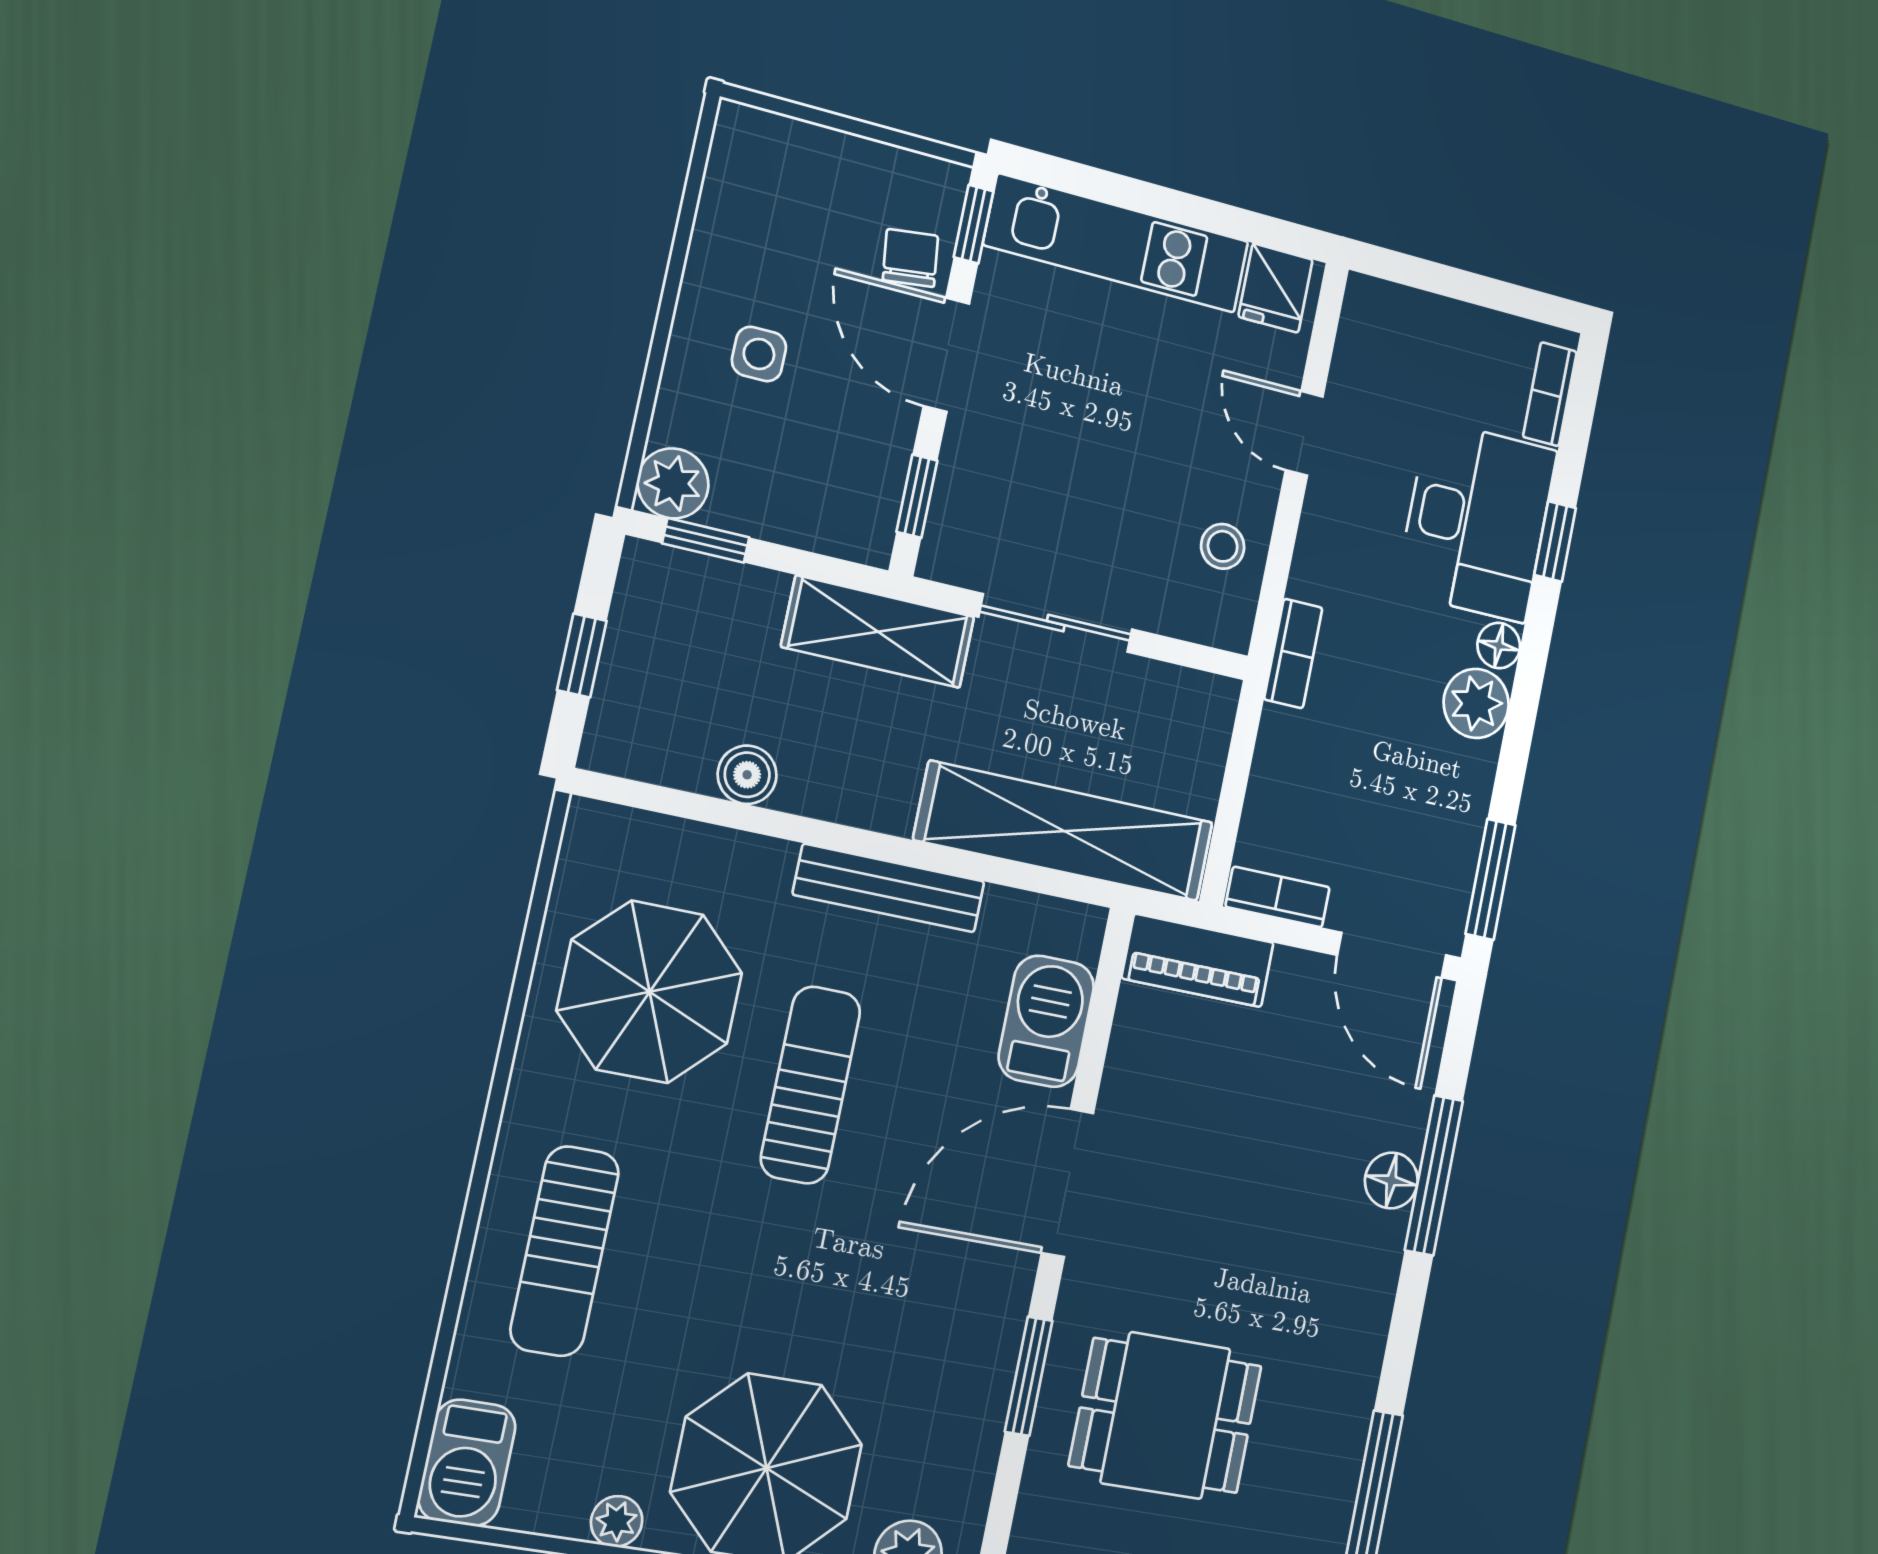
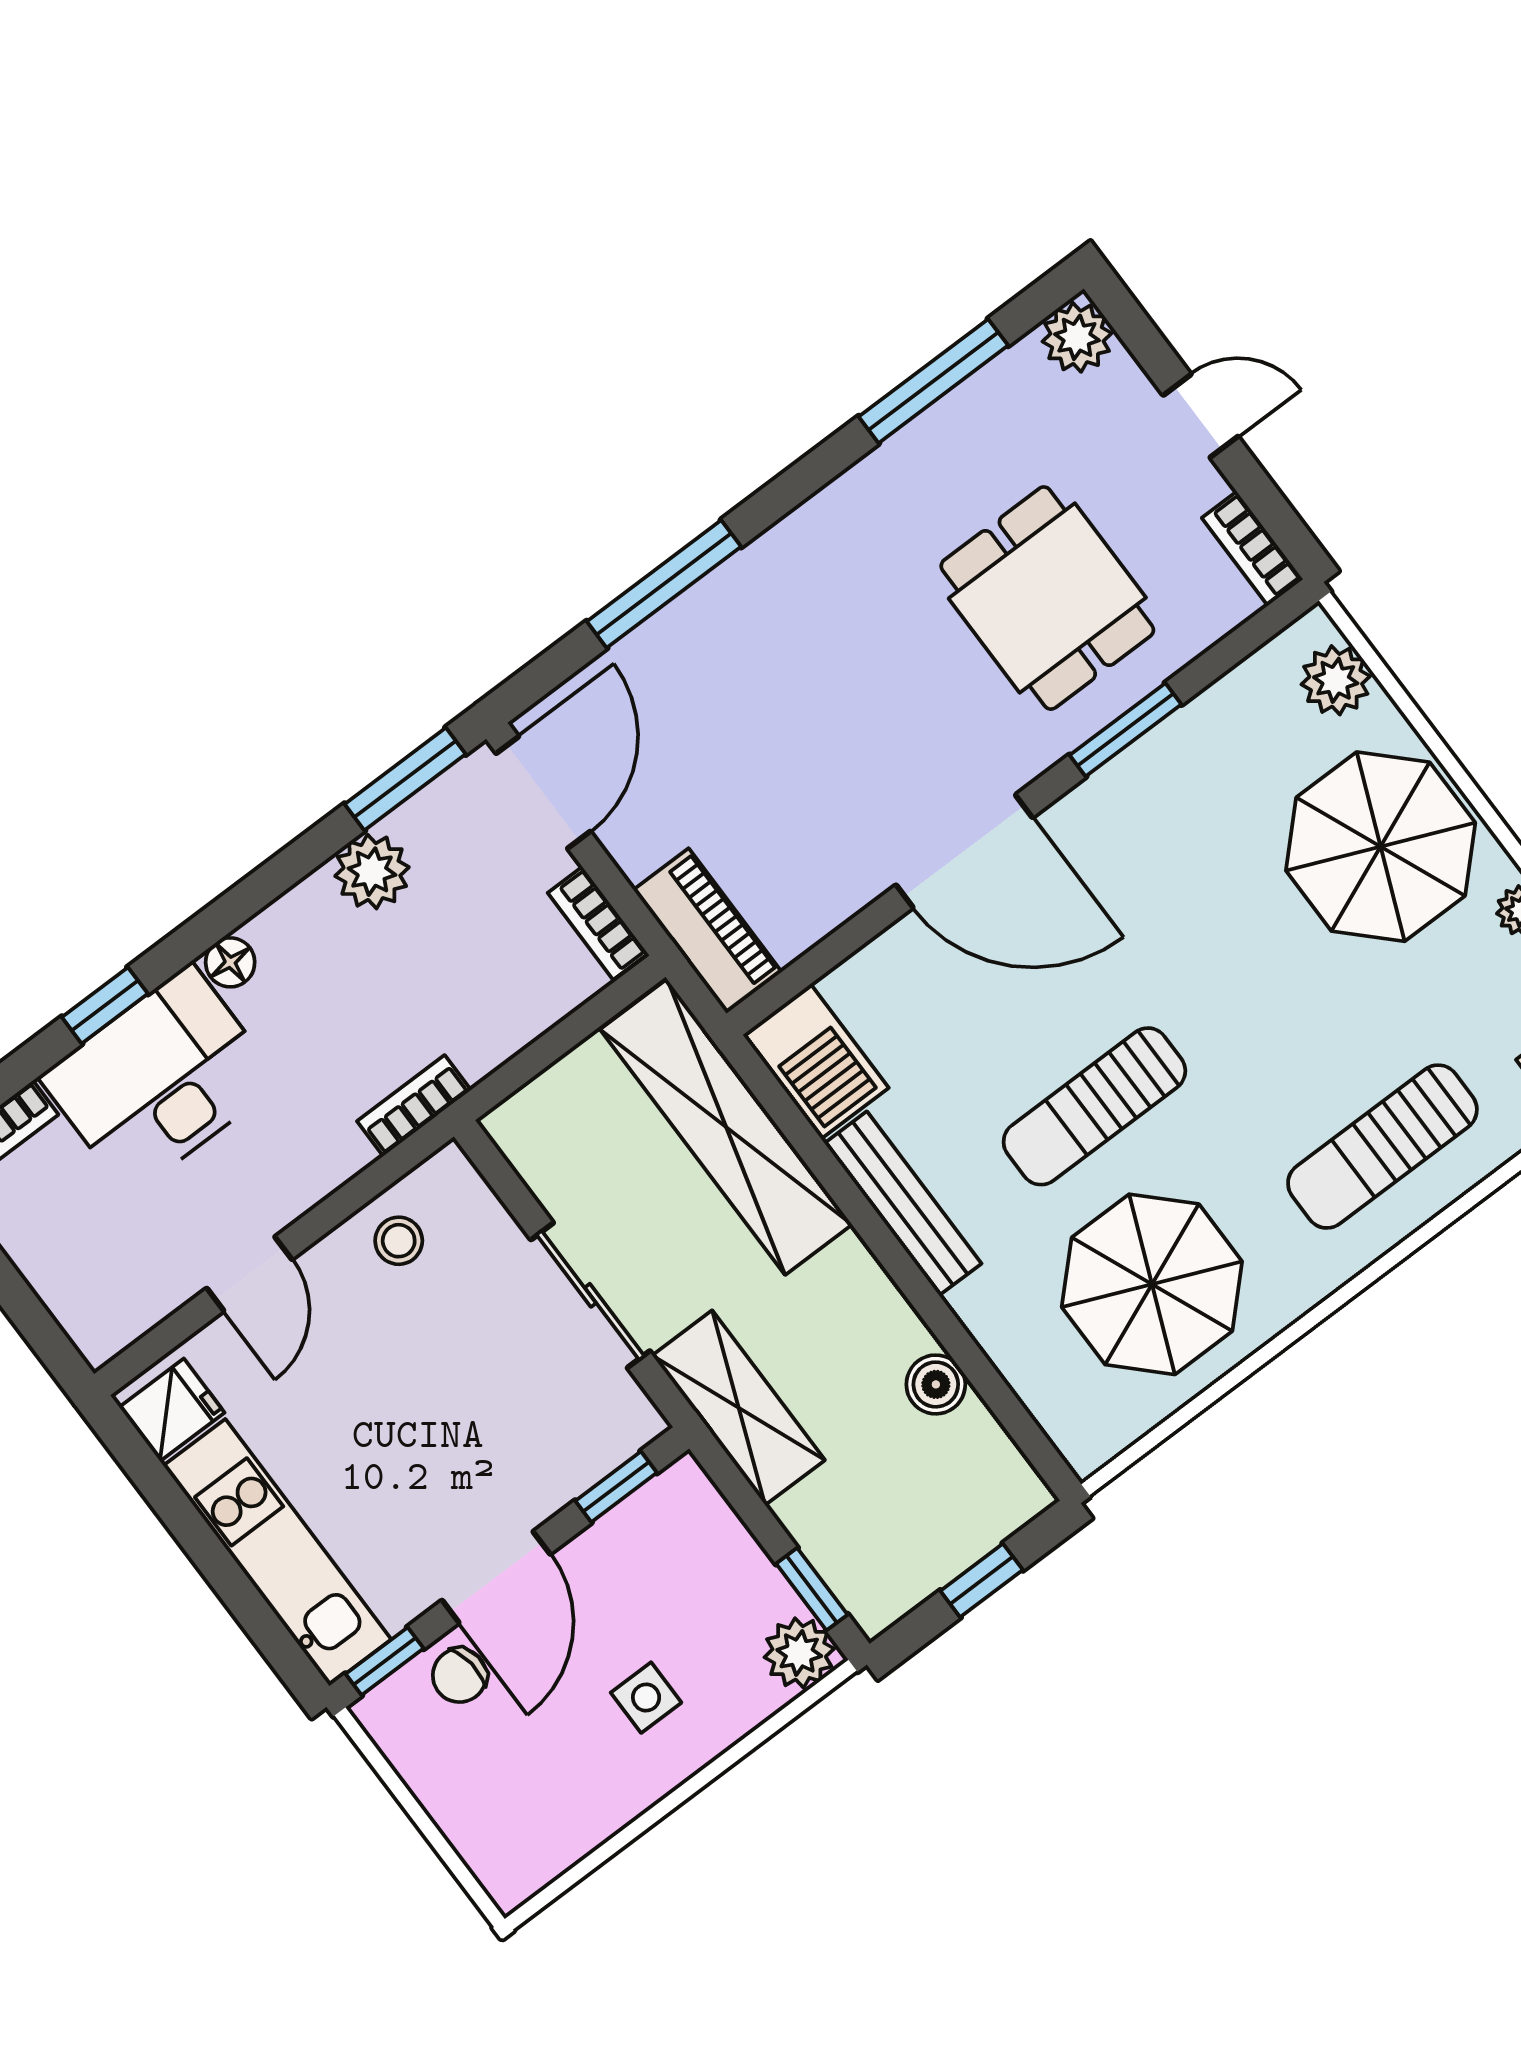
plant: (1476, 703) -> (372, 872), moved
barbecue: (1046, 1021) -> (816, 1061), moved, turned -90
floor lamp: (1391, 1181) -> (703, 613), removed
sun lounger: (565, 1251) -> (1382, 1147), turned 180

